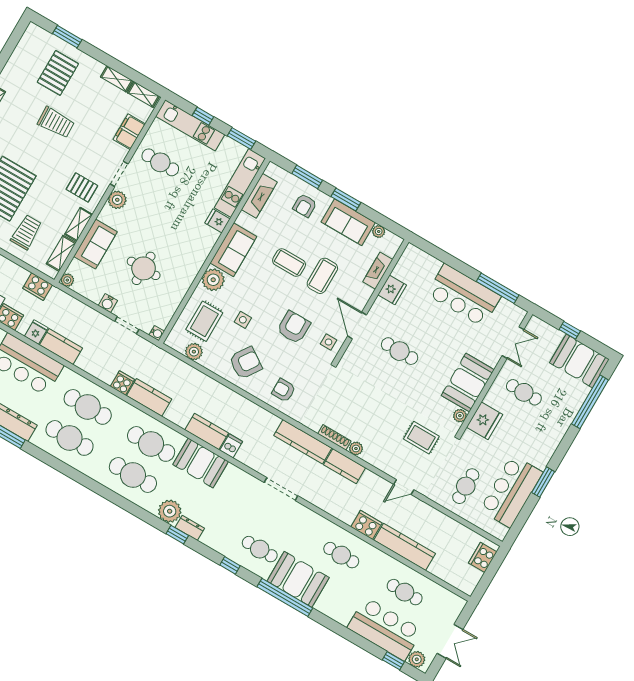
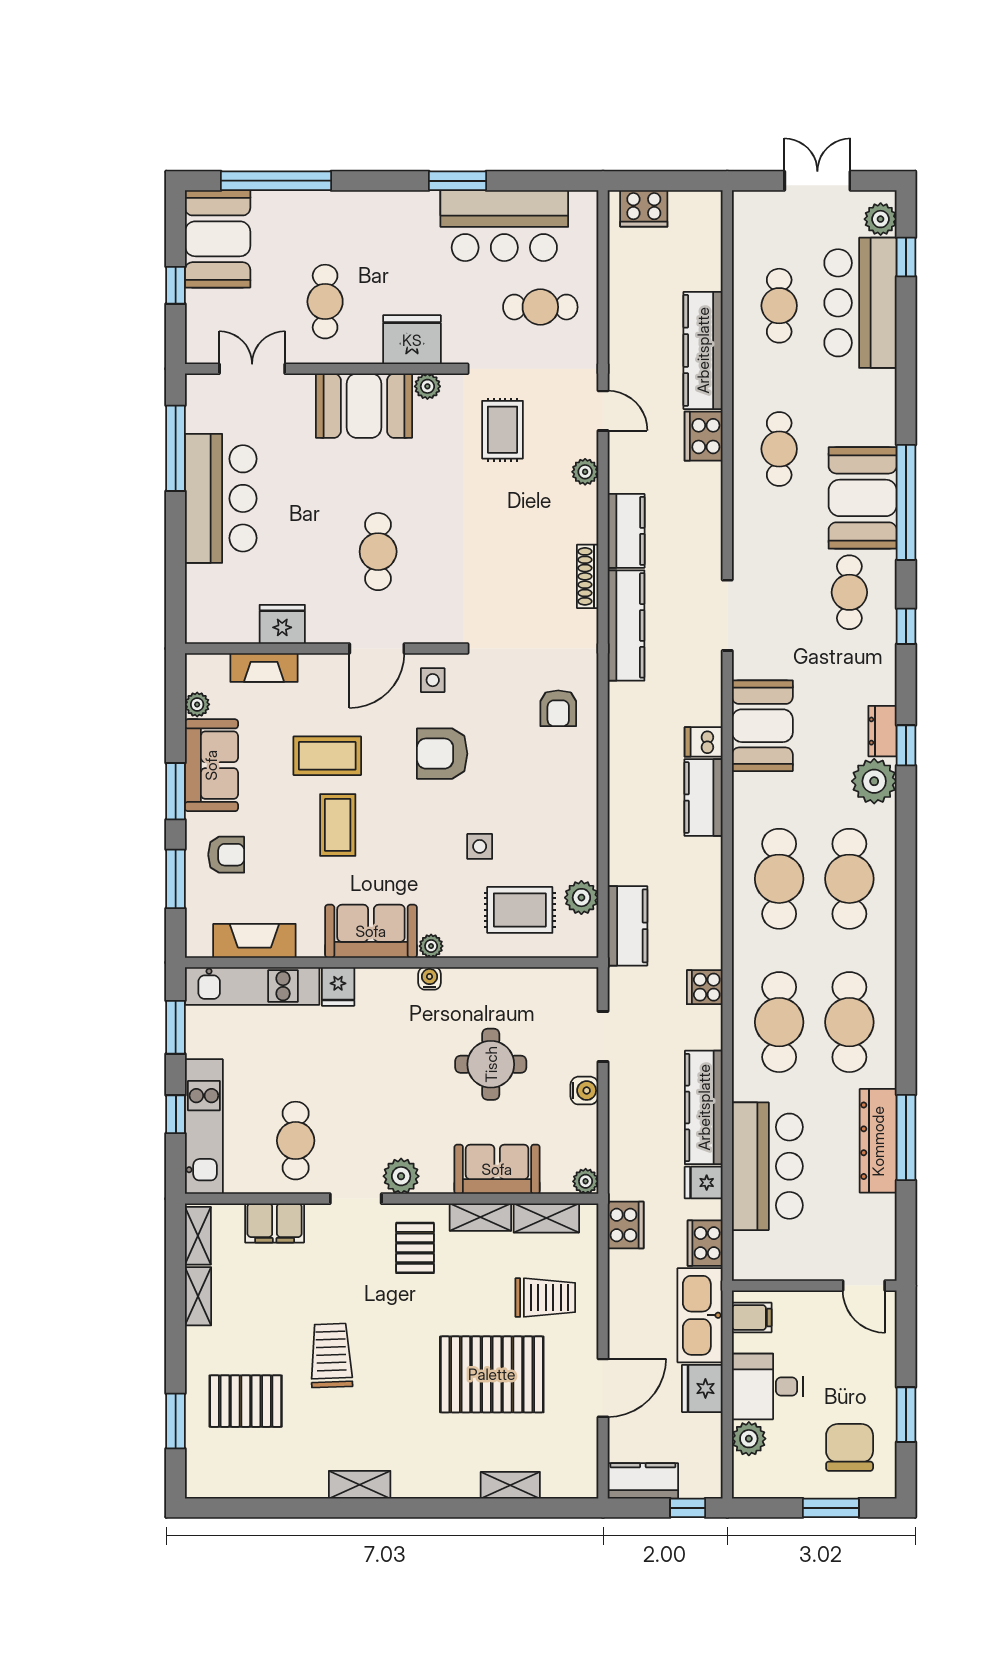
trolley: (26, 232) -> (545, 1298), turned 180
plant: (213, 280) -> (431, 946), width x0.53, depth x0.53
water cooler: (157, 333) -> (430, 978), moved
kitchen counter: (61, 347) -> (704, 1107), width x1.50
armchair: (246, 363) -> (550, 799), removed
kitchen counter: (149, 397) -> (627, 926), moved, turned 180
plant: (356, 448) -> (585, 472), moved
booth: (201, 463) -> (762, 726), moved

